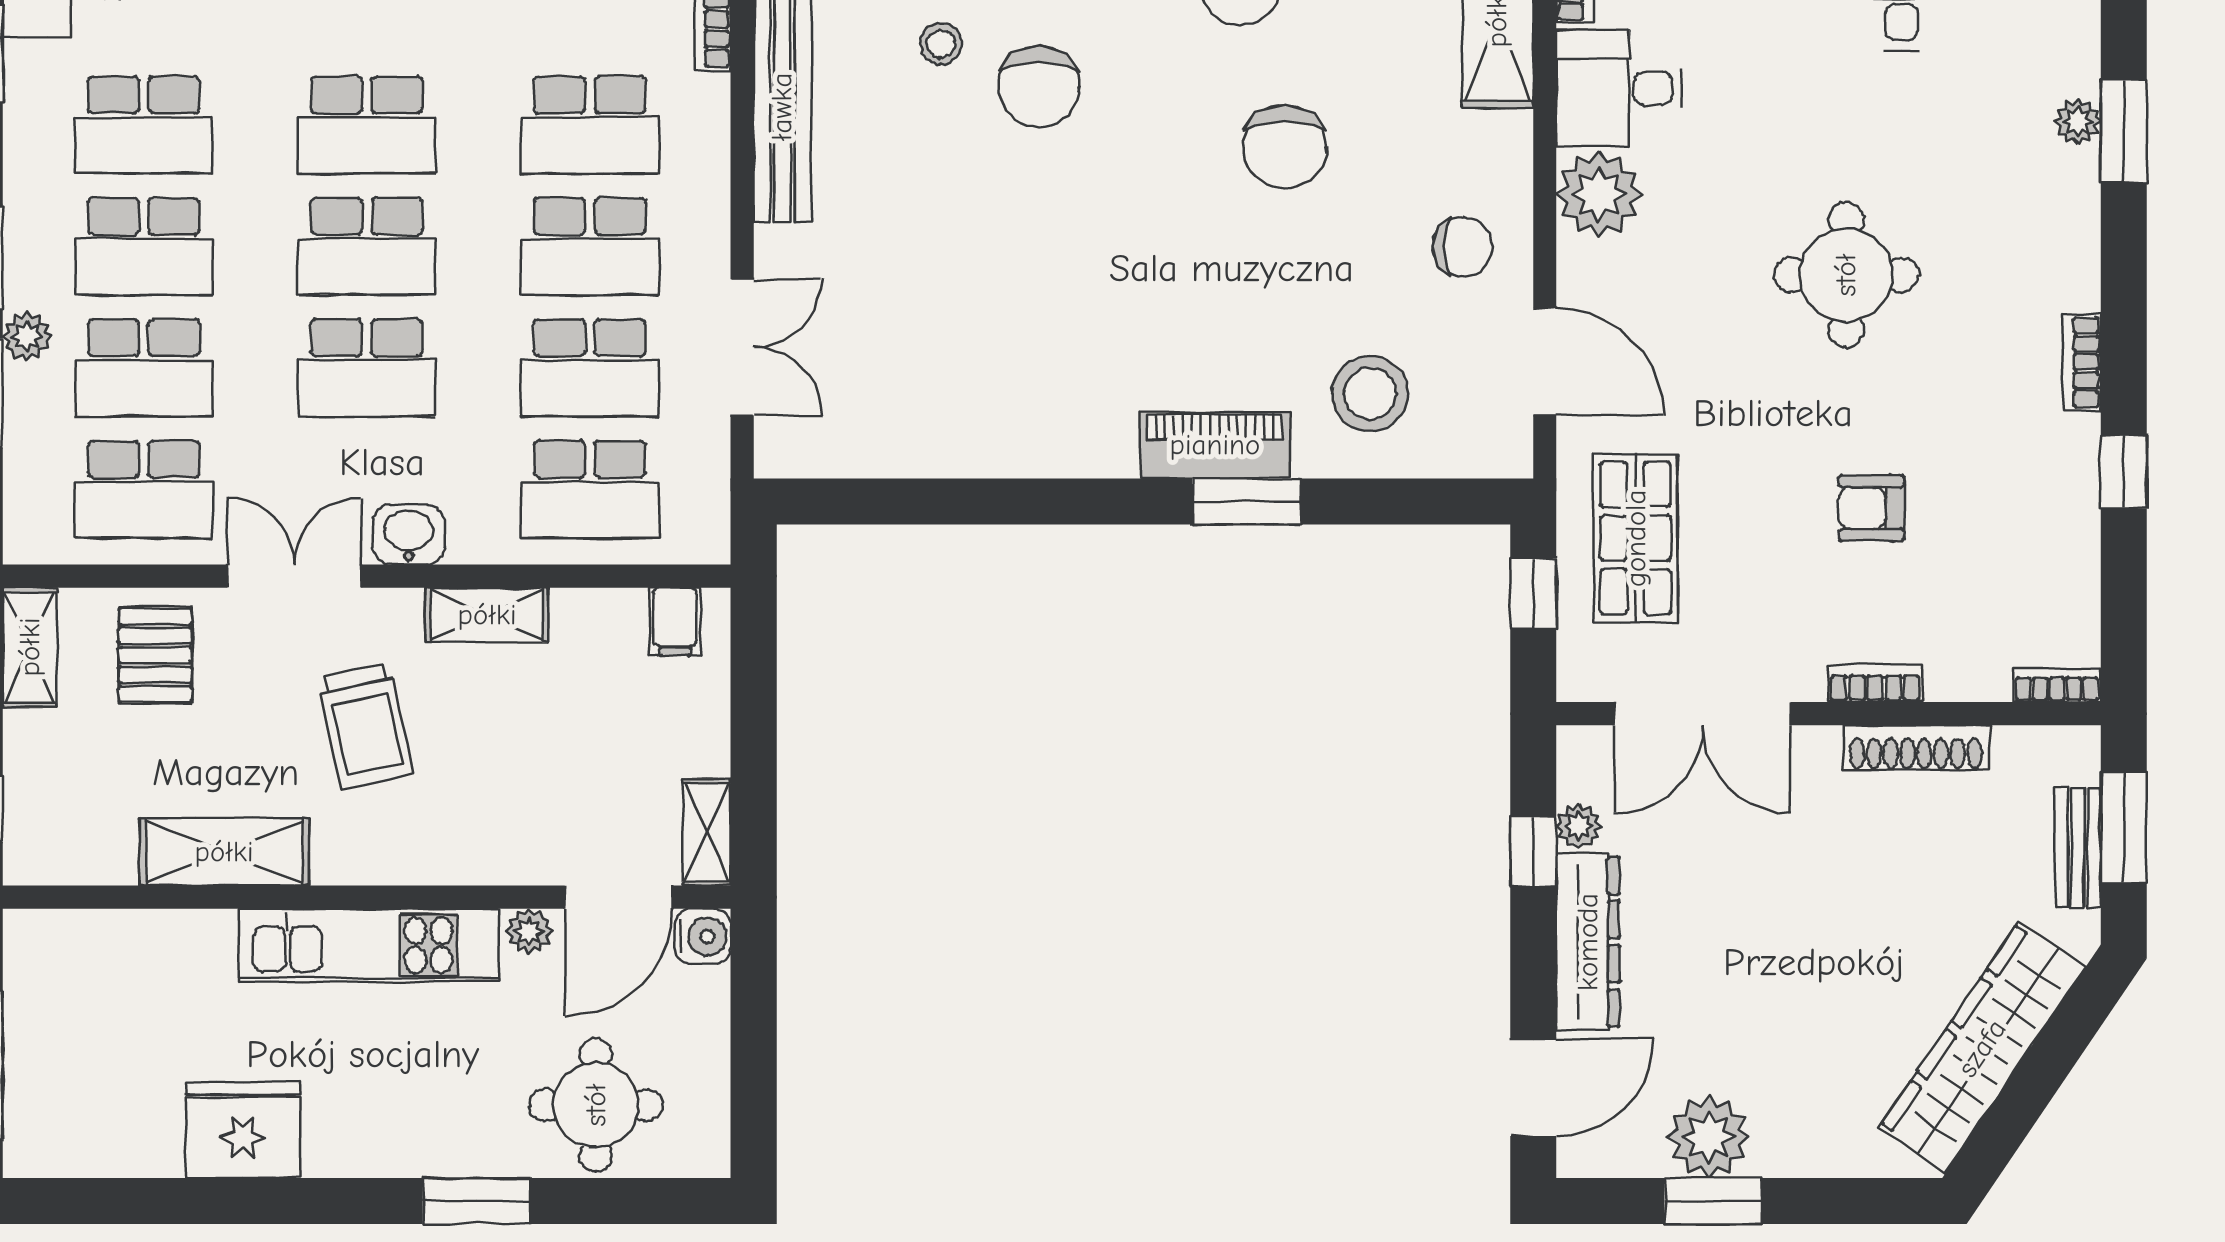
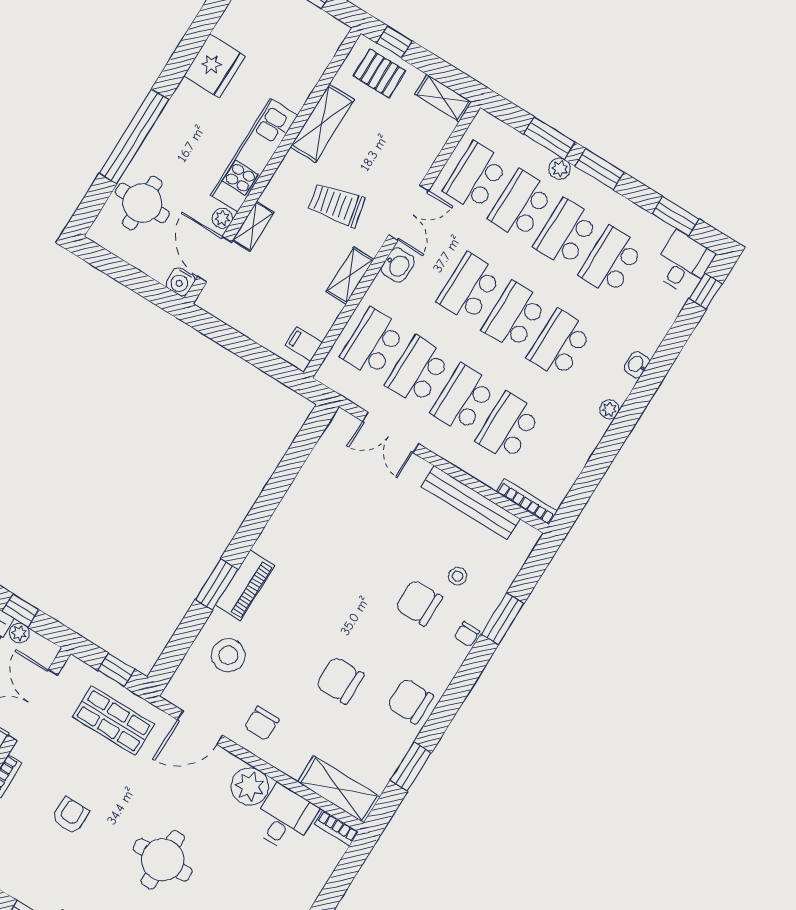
pallet: (155, 655) -> (379, 73), moved
shelving: (707, 832) -> (253, 226), moved, turned 90
window: (476, 1201) -> (134, 136), width x2.11

